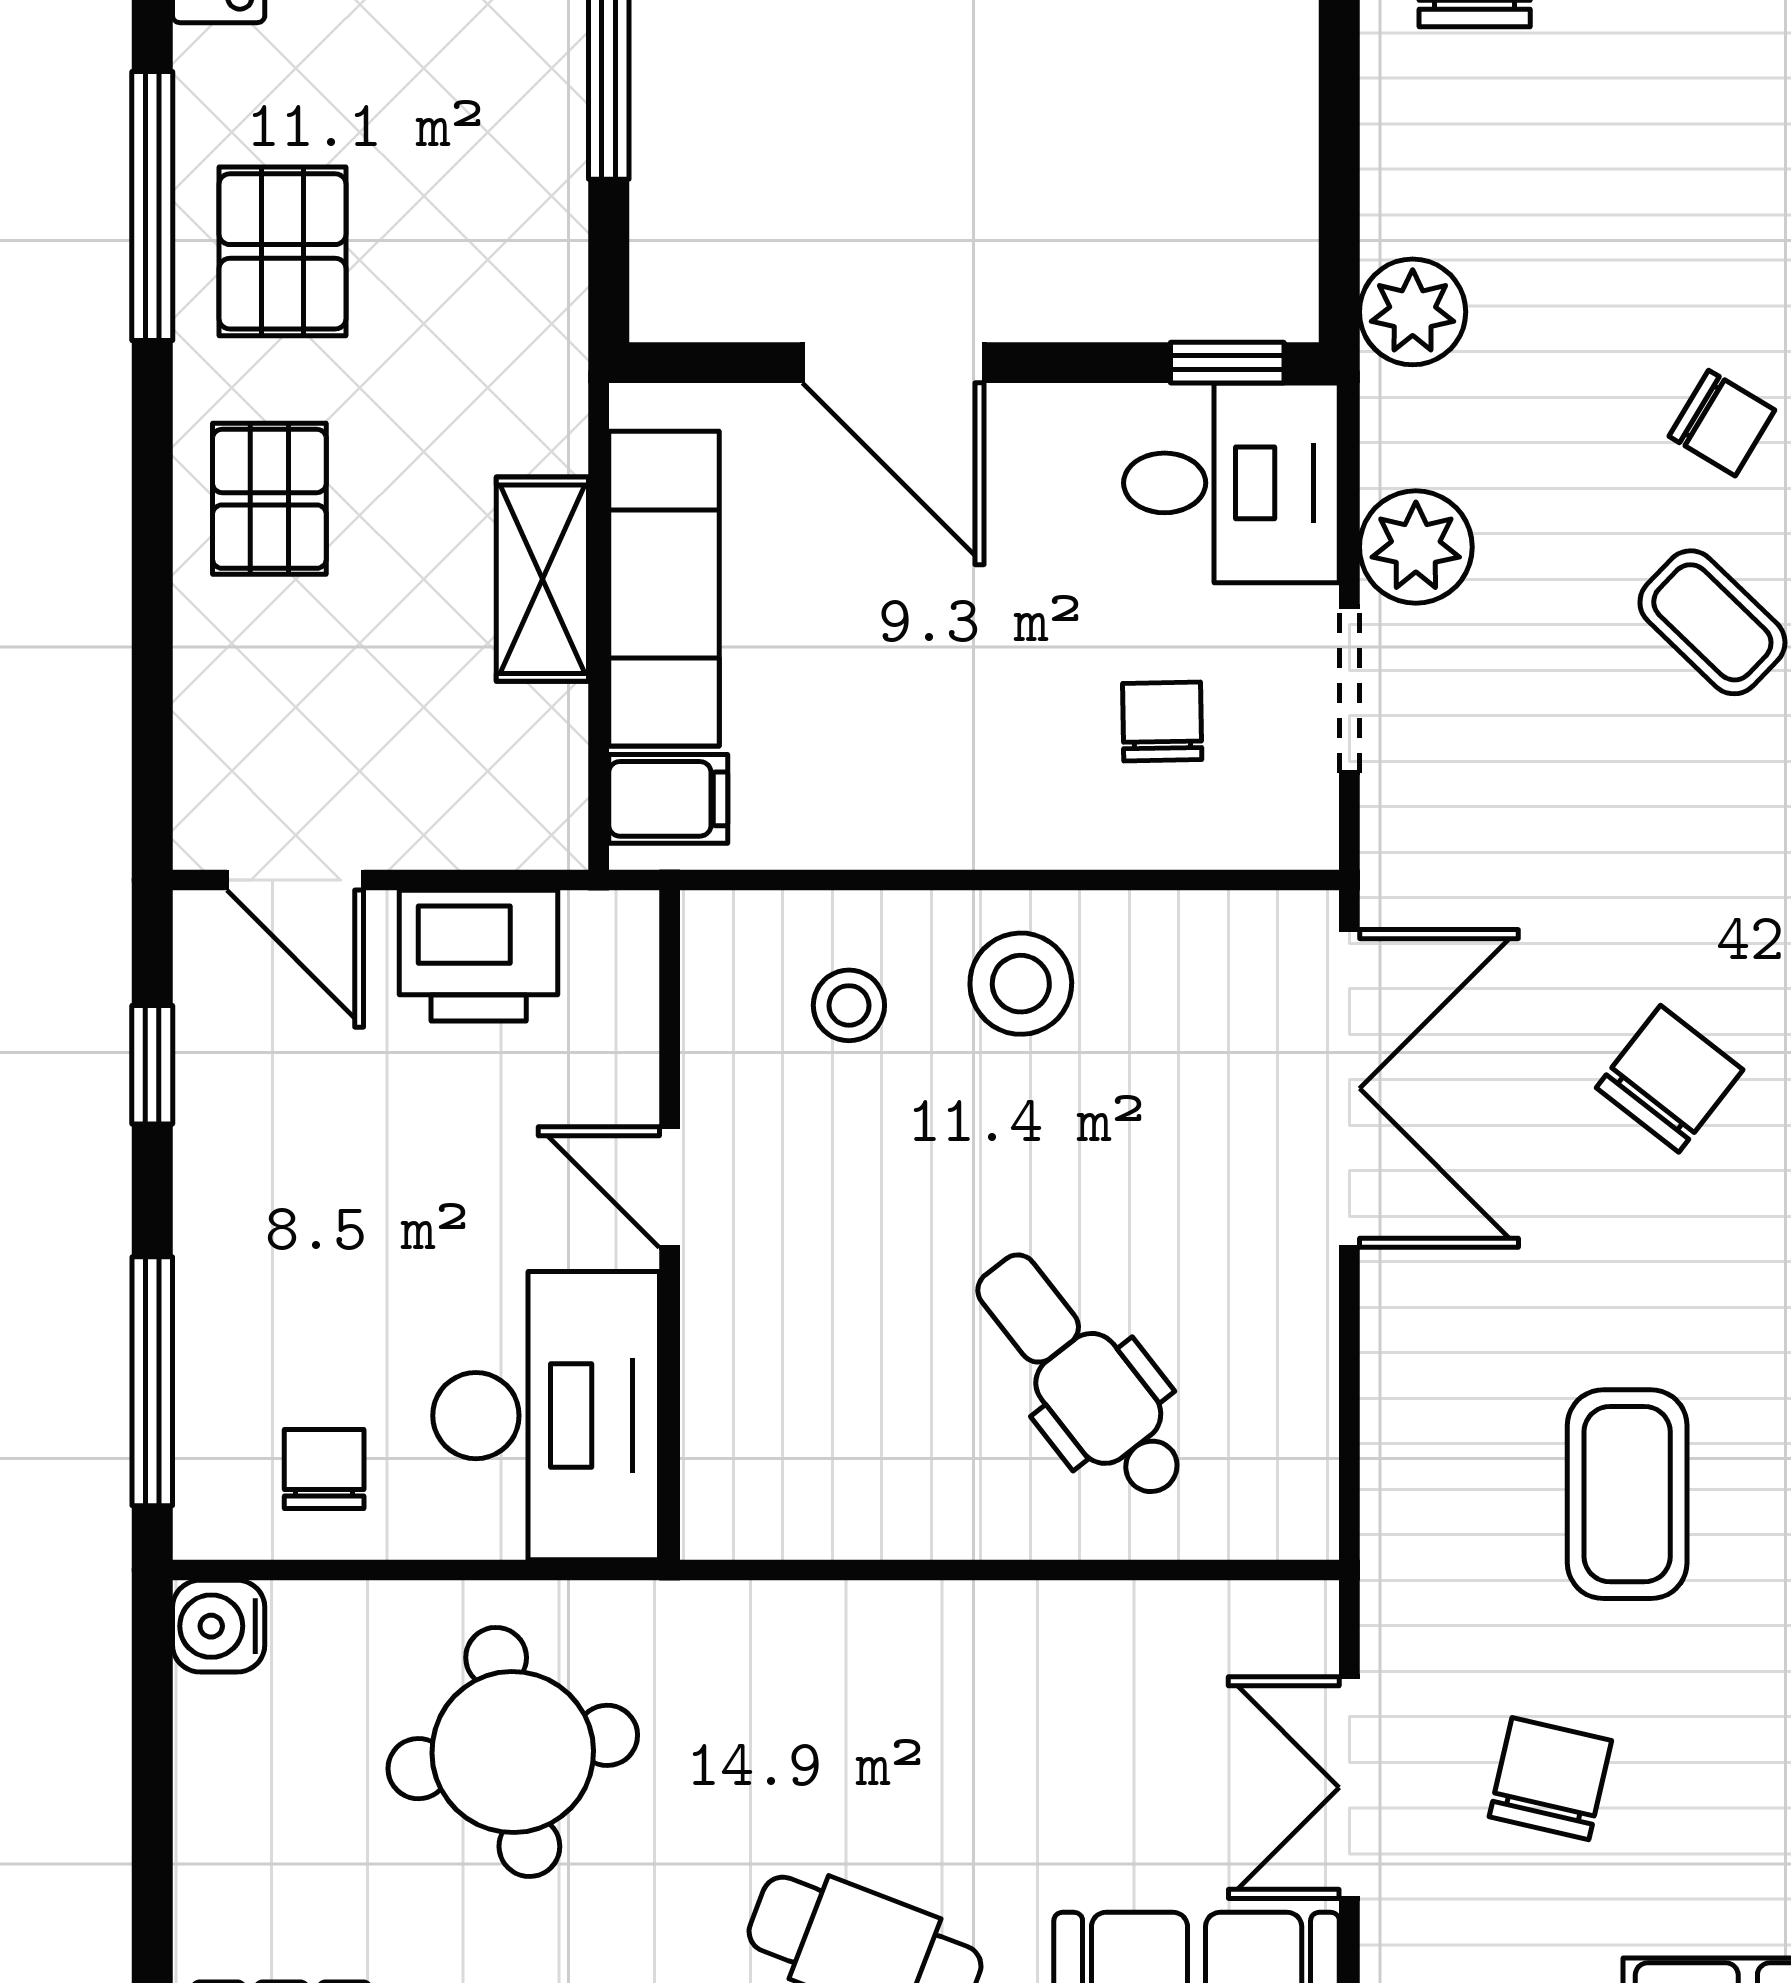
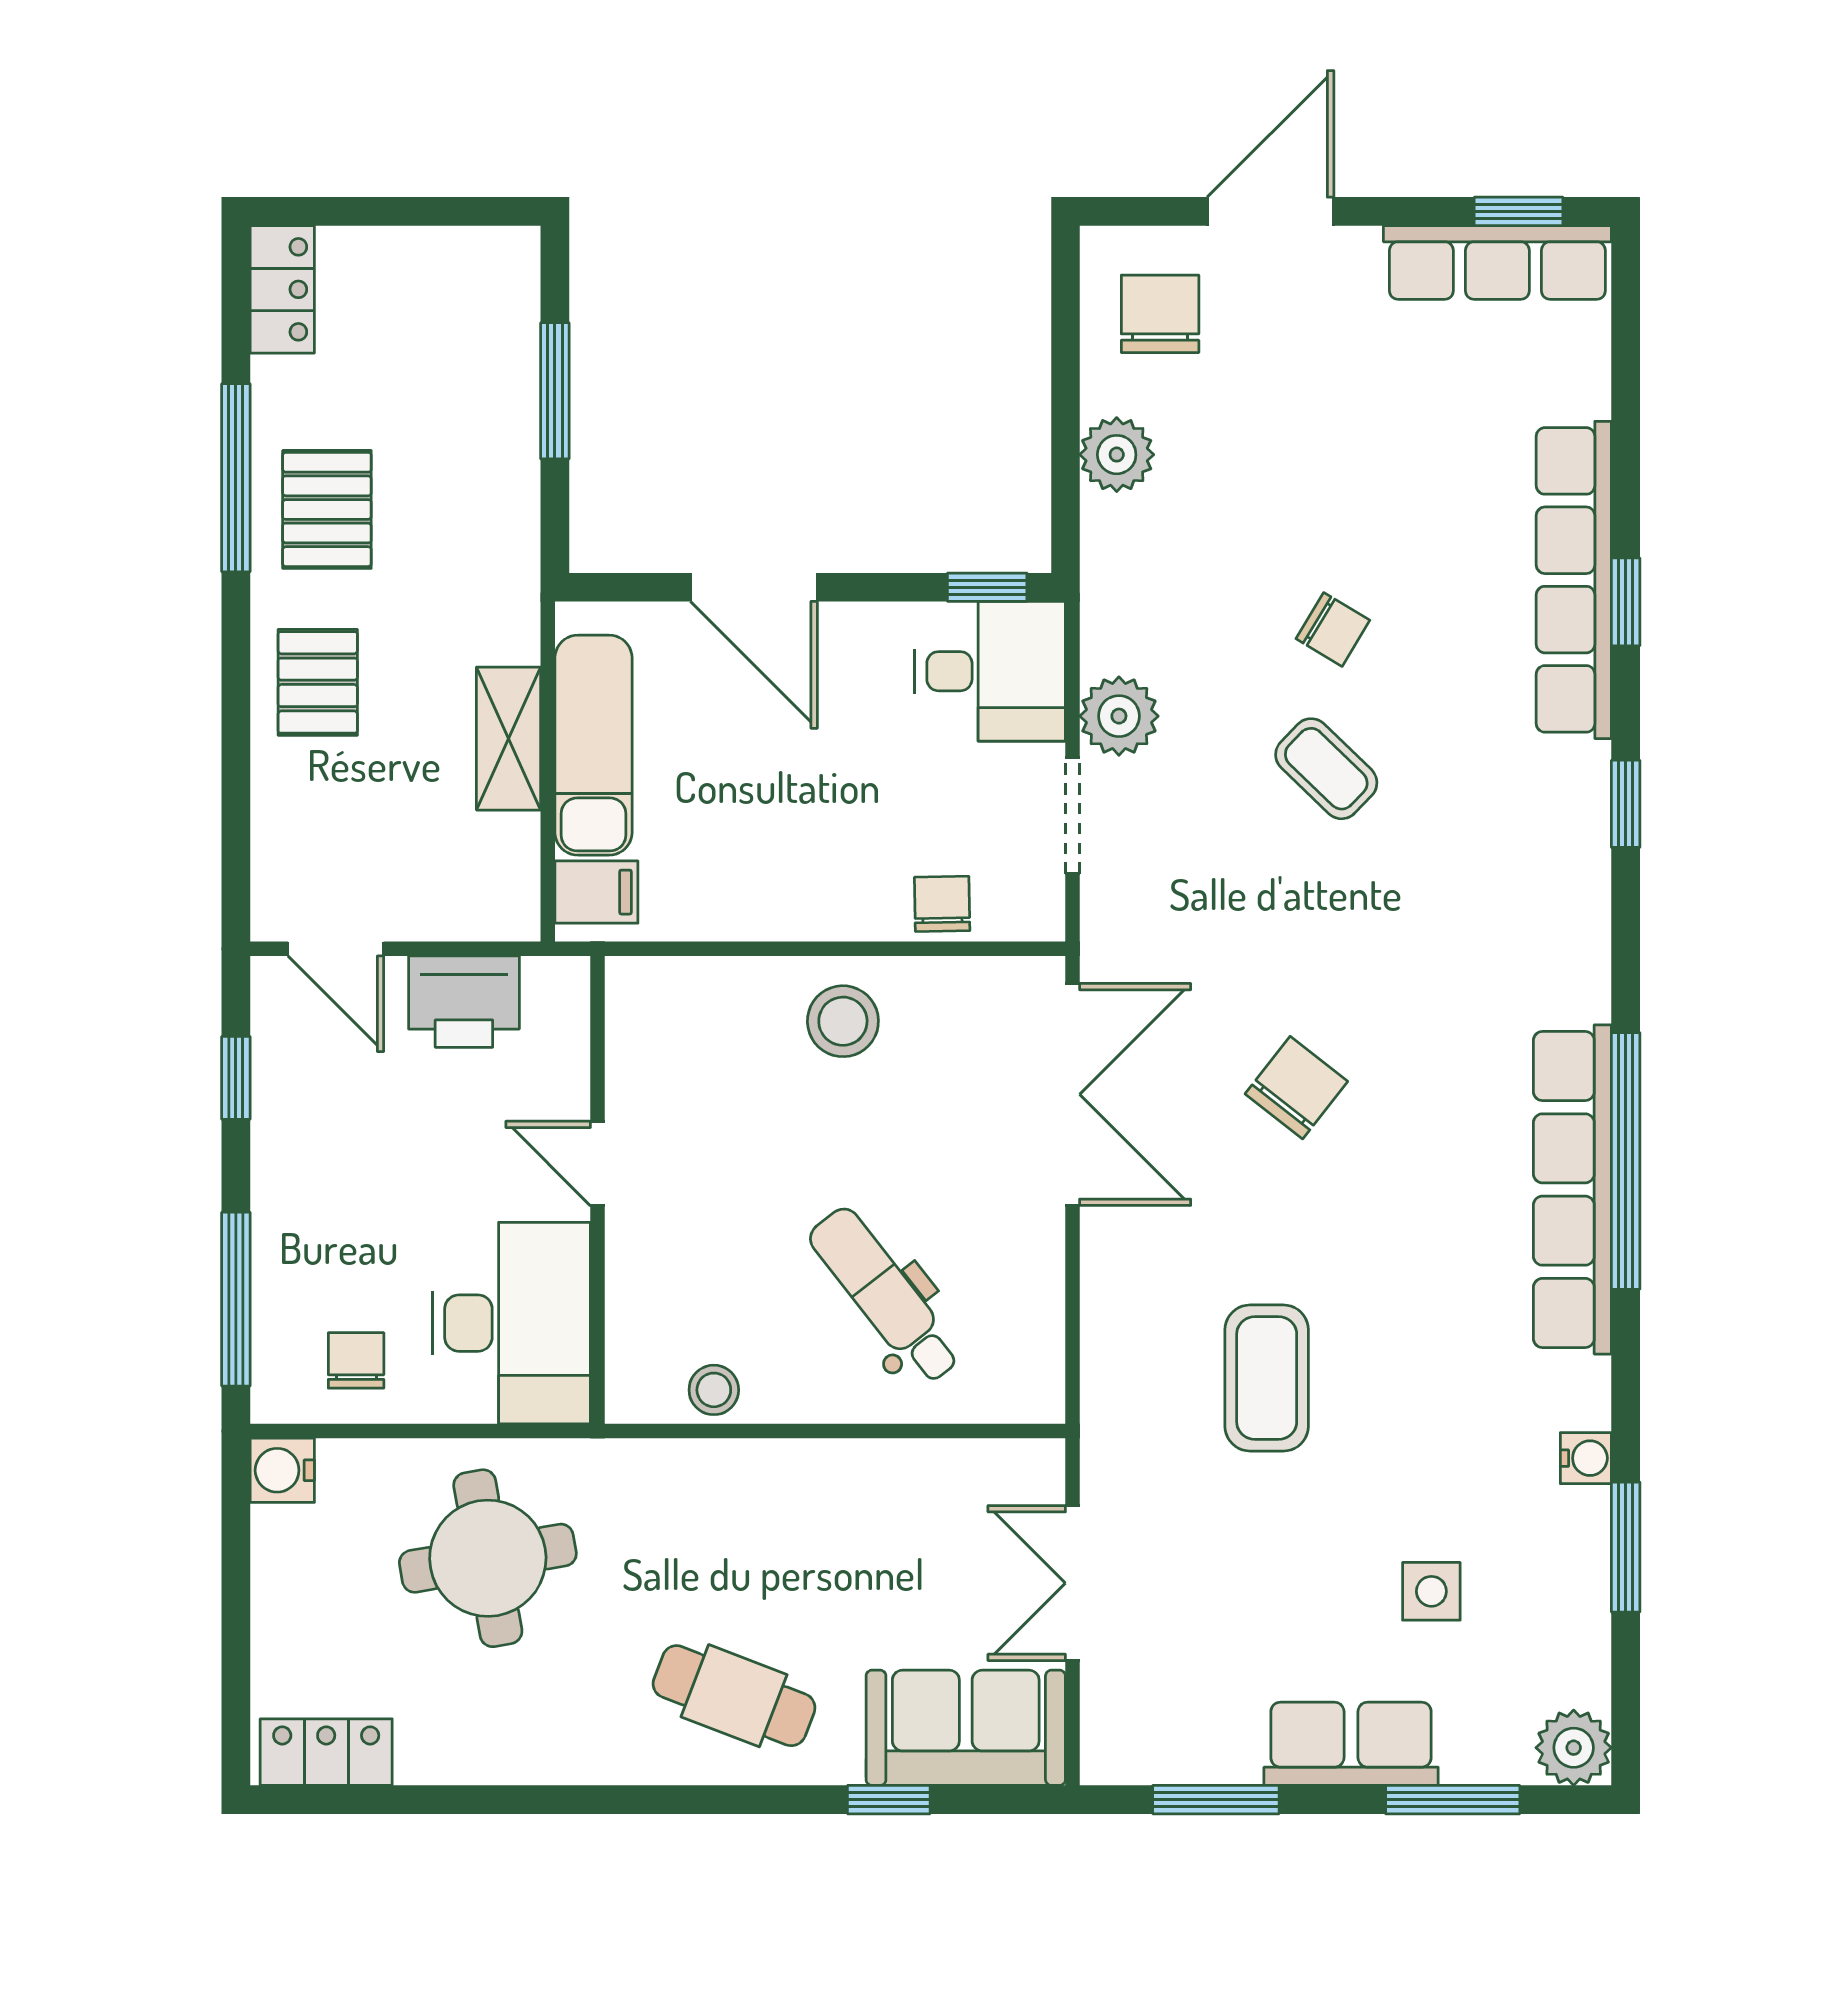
plant: (1413, 312) -> (1117, 455), moved
chair: (1162, 722) -> (942, 904), moved
stool: (849, 1005) -> (714, 1390), moved
chair: (1550, 1779) -> (1213, 1577), removed

